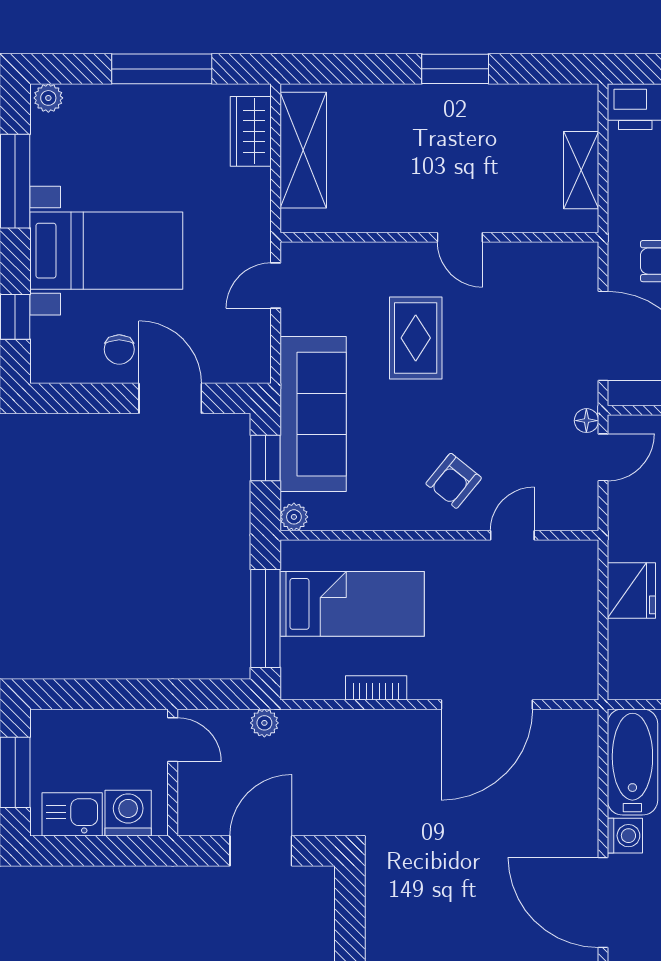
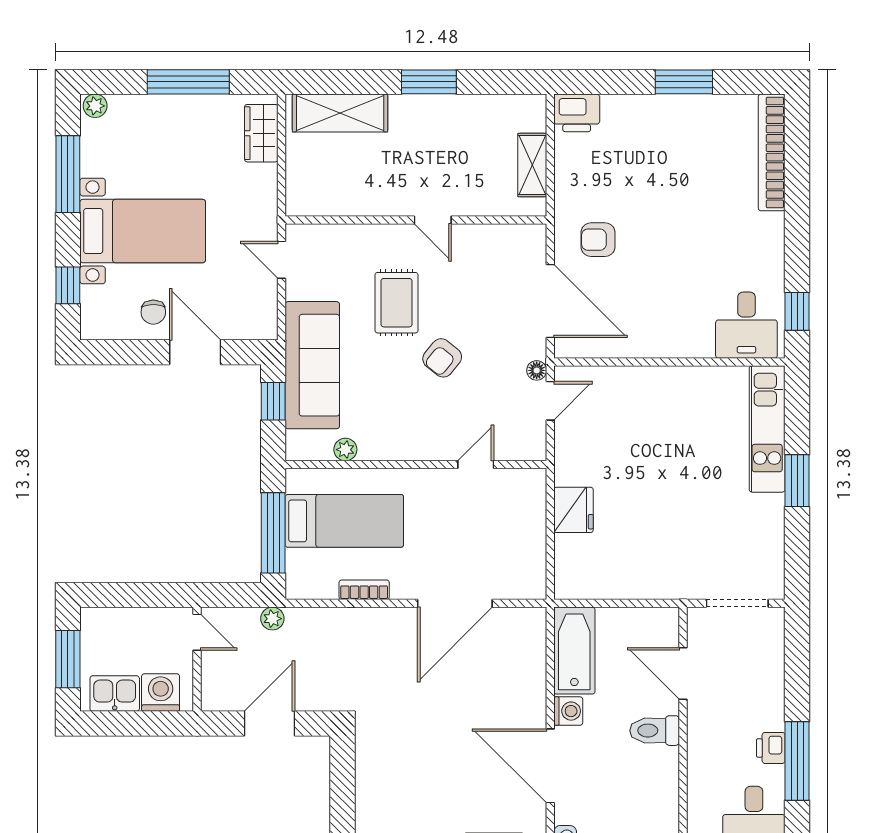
shelving: (303, 150) -> (340, 113), moved, turned 90
door: (276, 286) -> (282, 260), hinge flipped
armchair: (454, 481) -> (442, 358), moved
plant: (294, 517) -> (345, 450), moved

